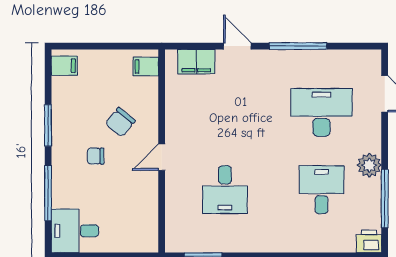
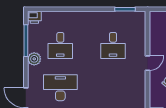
desk: (321, 112) -> (60, 88), turned 180
desk: (225, 190) -> (113, 45), turned 180

